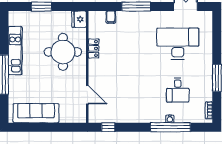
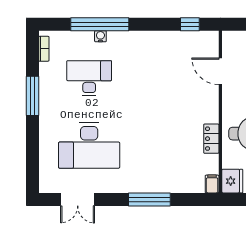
filing cabinet: (111, 17) -> (212, 184), moved
desk: (178, 90) -> (89, 78), width x1.37

